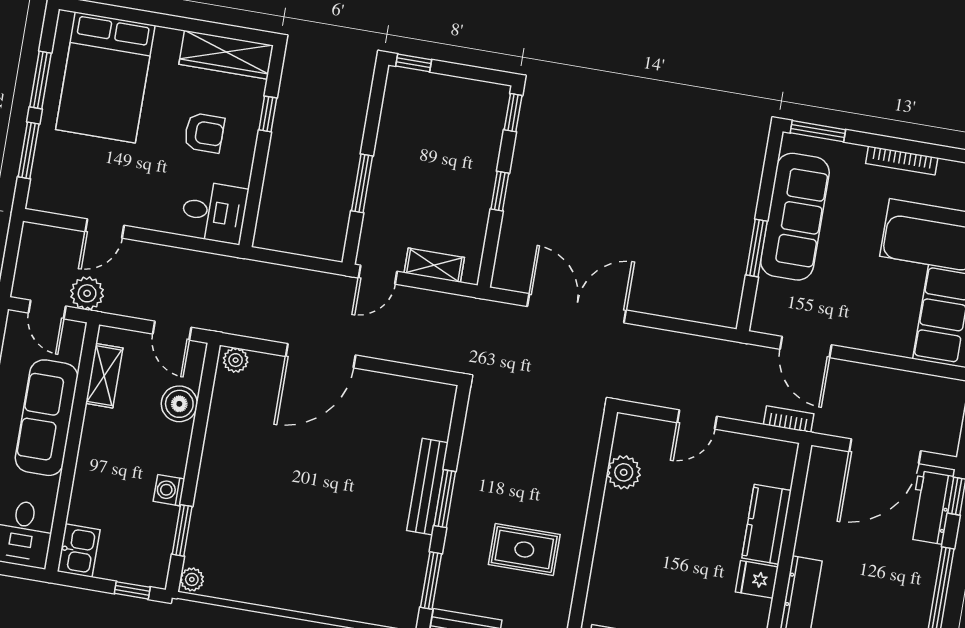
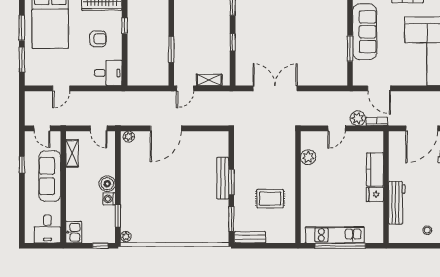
plant: (87, 293) -> (358, 118), moved
boiler: (179, 404) -> (107, 184), moved

